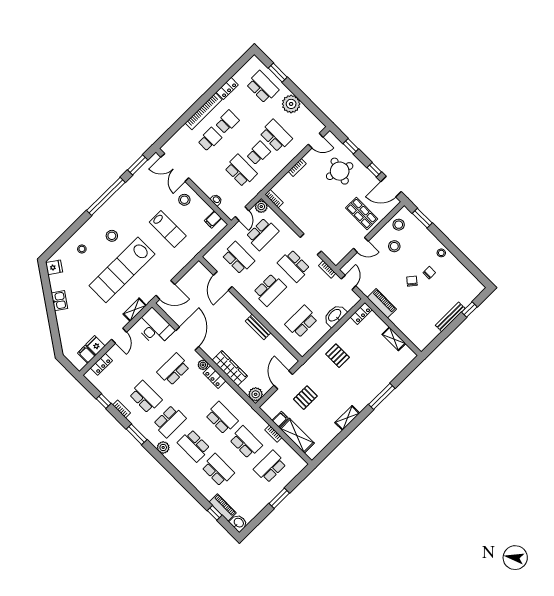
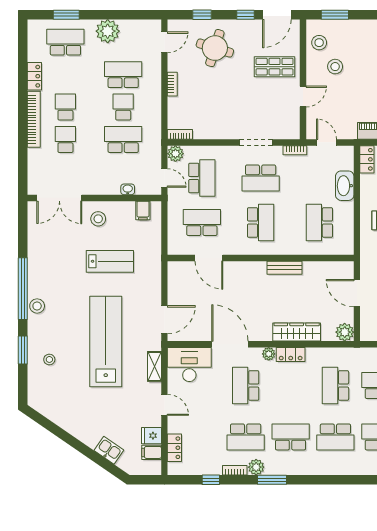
window: (138, 165) -> (23, 350), moved
stool: (112, 236) -> (37, 306), moved
fridge: (54, 267) -> (41, 402), removed
lab bench: (122, 270) -> (106, 342), turned 180
kitchen sink: (59, 301) -> (109, 450), moved
school desk: (145, 397) -> (246, 437), turned 180
school desk: (222, 418) -> (335, 385), turned -90
school desk: (170, 421) -> (291, 437), turned -90
plant: (163, 447) -> (256, 467), moved

